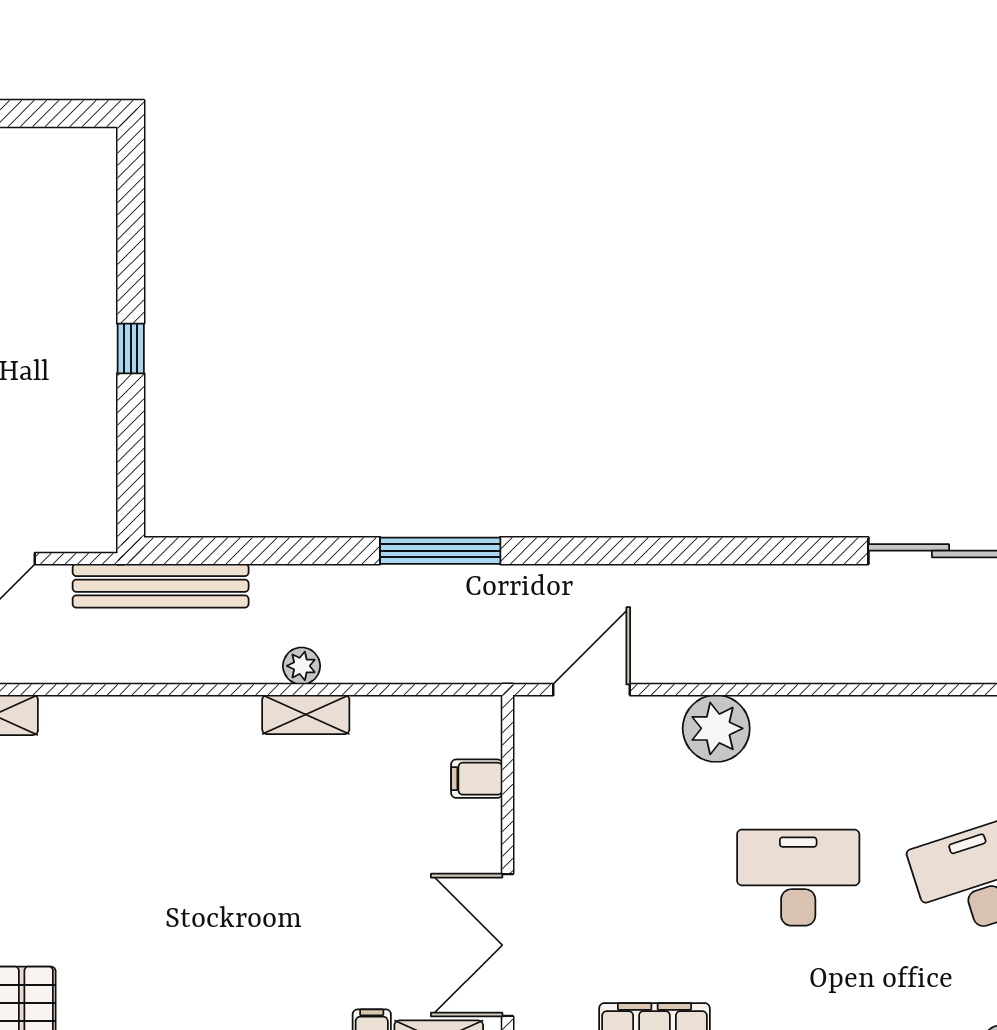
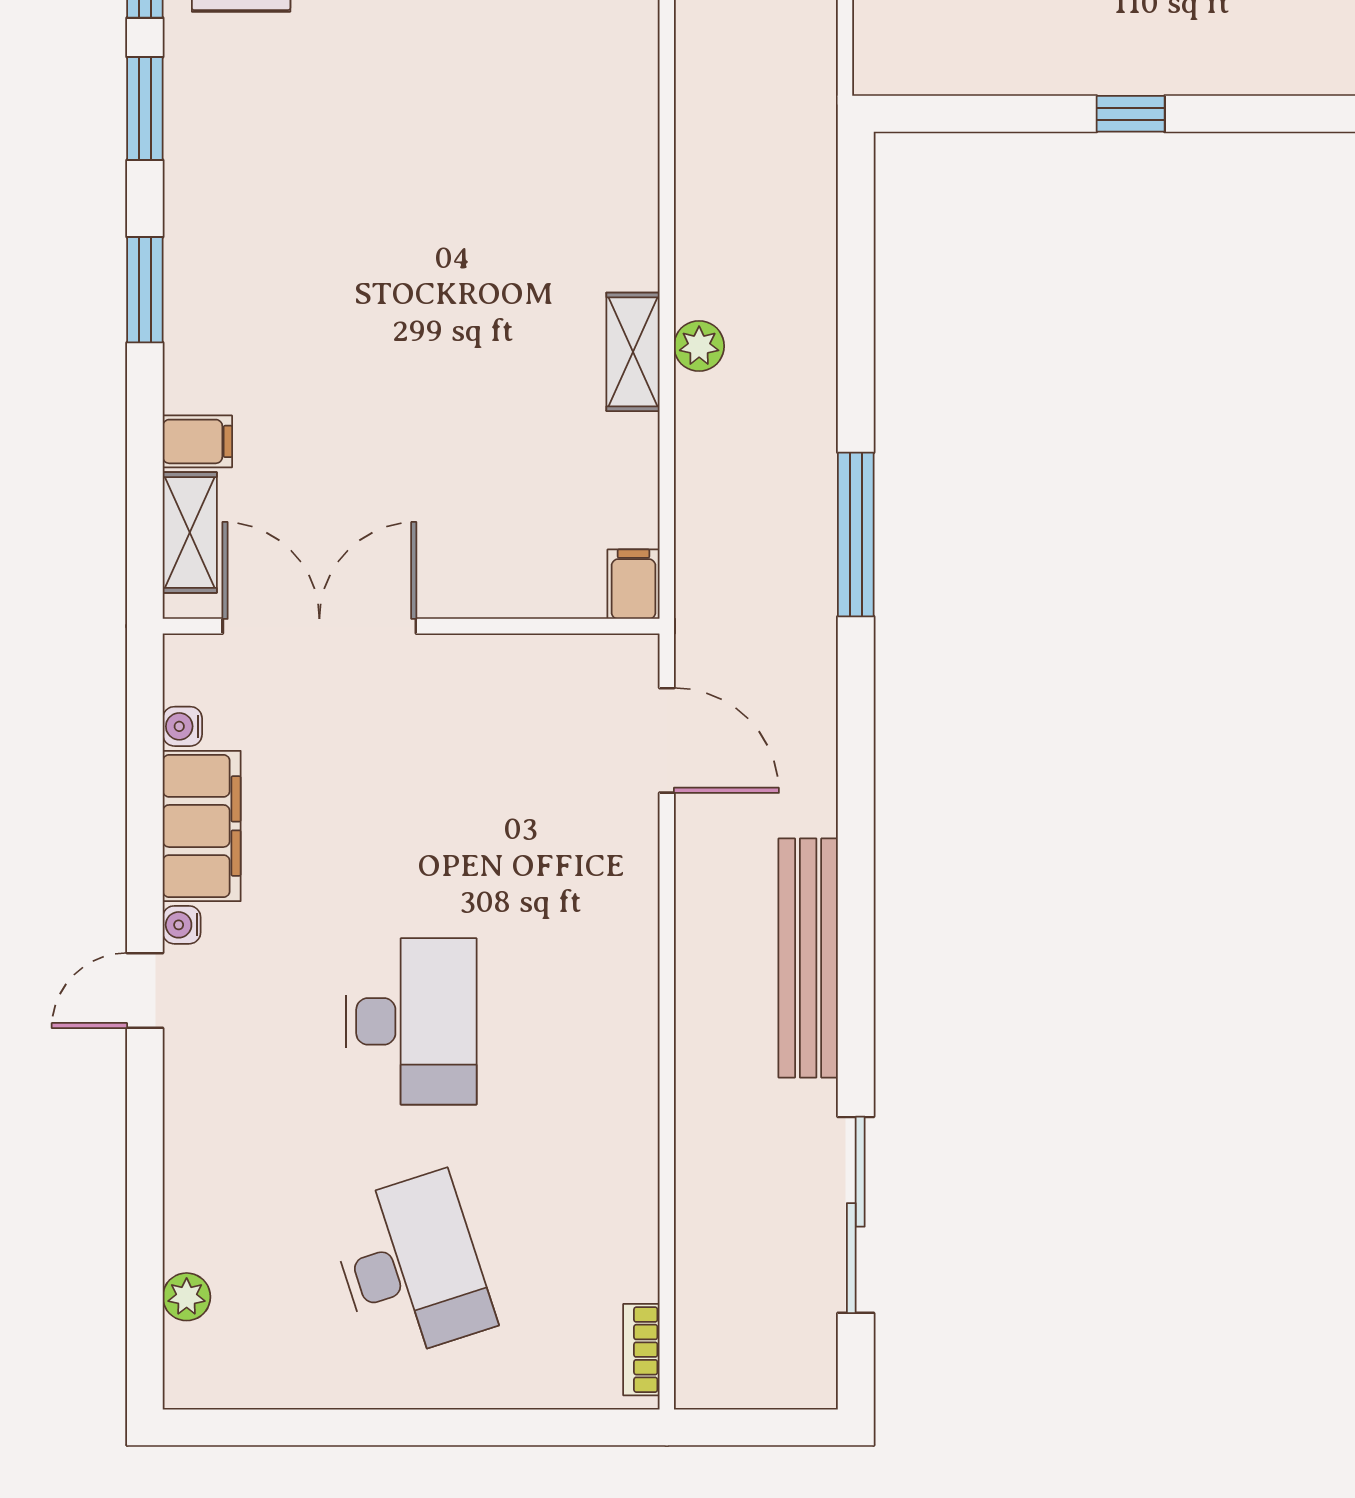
bench: (161, 586) -> (808, 958), moved
plant: (716, 728) -> (614, 910), removed
filing cabinet: (477, 779) -> (633, 584), moved

